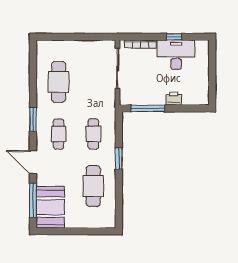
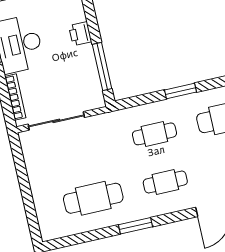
window: (33, 120) -> (135, 226), moved

